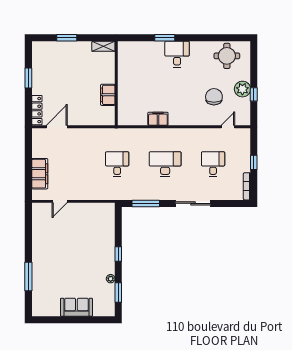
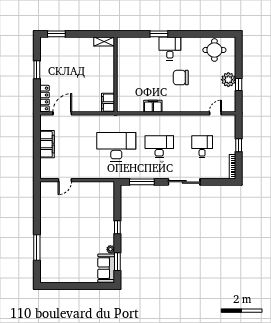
window: (67, 38) -> (56, 34), moved
filing cabinet: (108, 95) -> (108, 103), moved
chair: (214, 97) -> (181, 78), moved, turned -90
desk: (117, 164) -> (116, 147), width x1.87, depth x1.30
filing cabinet: (40, 174) -> (47, 144), moved
sofa: (76, 307) -> (106, 268), moved, turned -90

